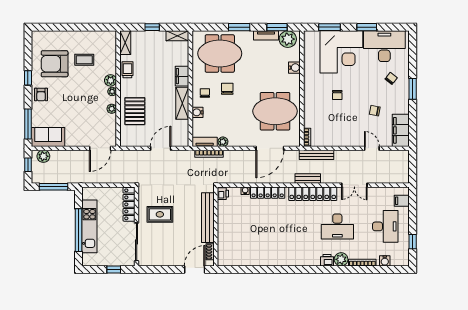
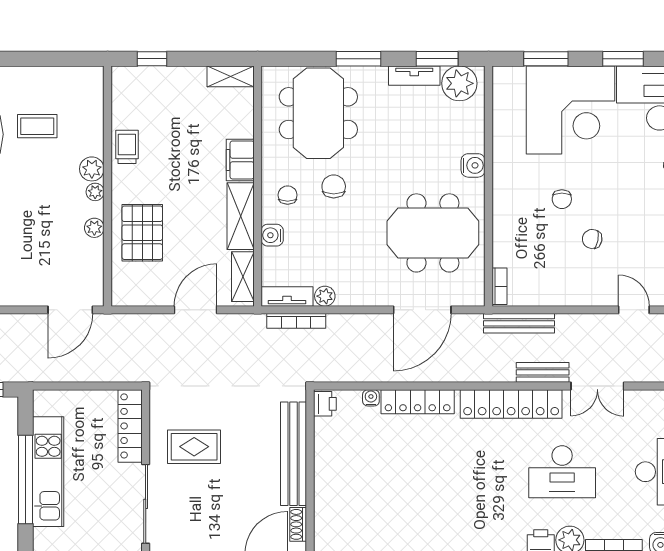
window: (152, 27) -> (152, 59), moved
shelving: (125, 43) -> (243, 277), moved
meeting table: (220, 53) -> (318, 113), turned 90
water cooler: (294, 68) -> (473, 165), moved
chair: (375, 111) -> (592, 239), moved
bench: (308, 179) -> (543, 372), moved

